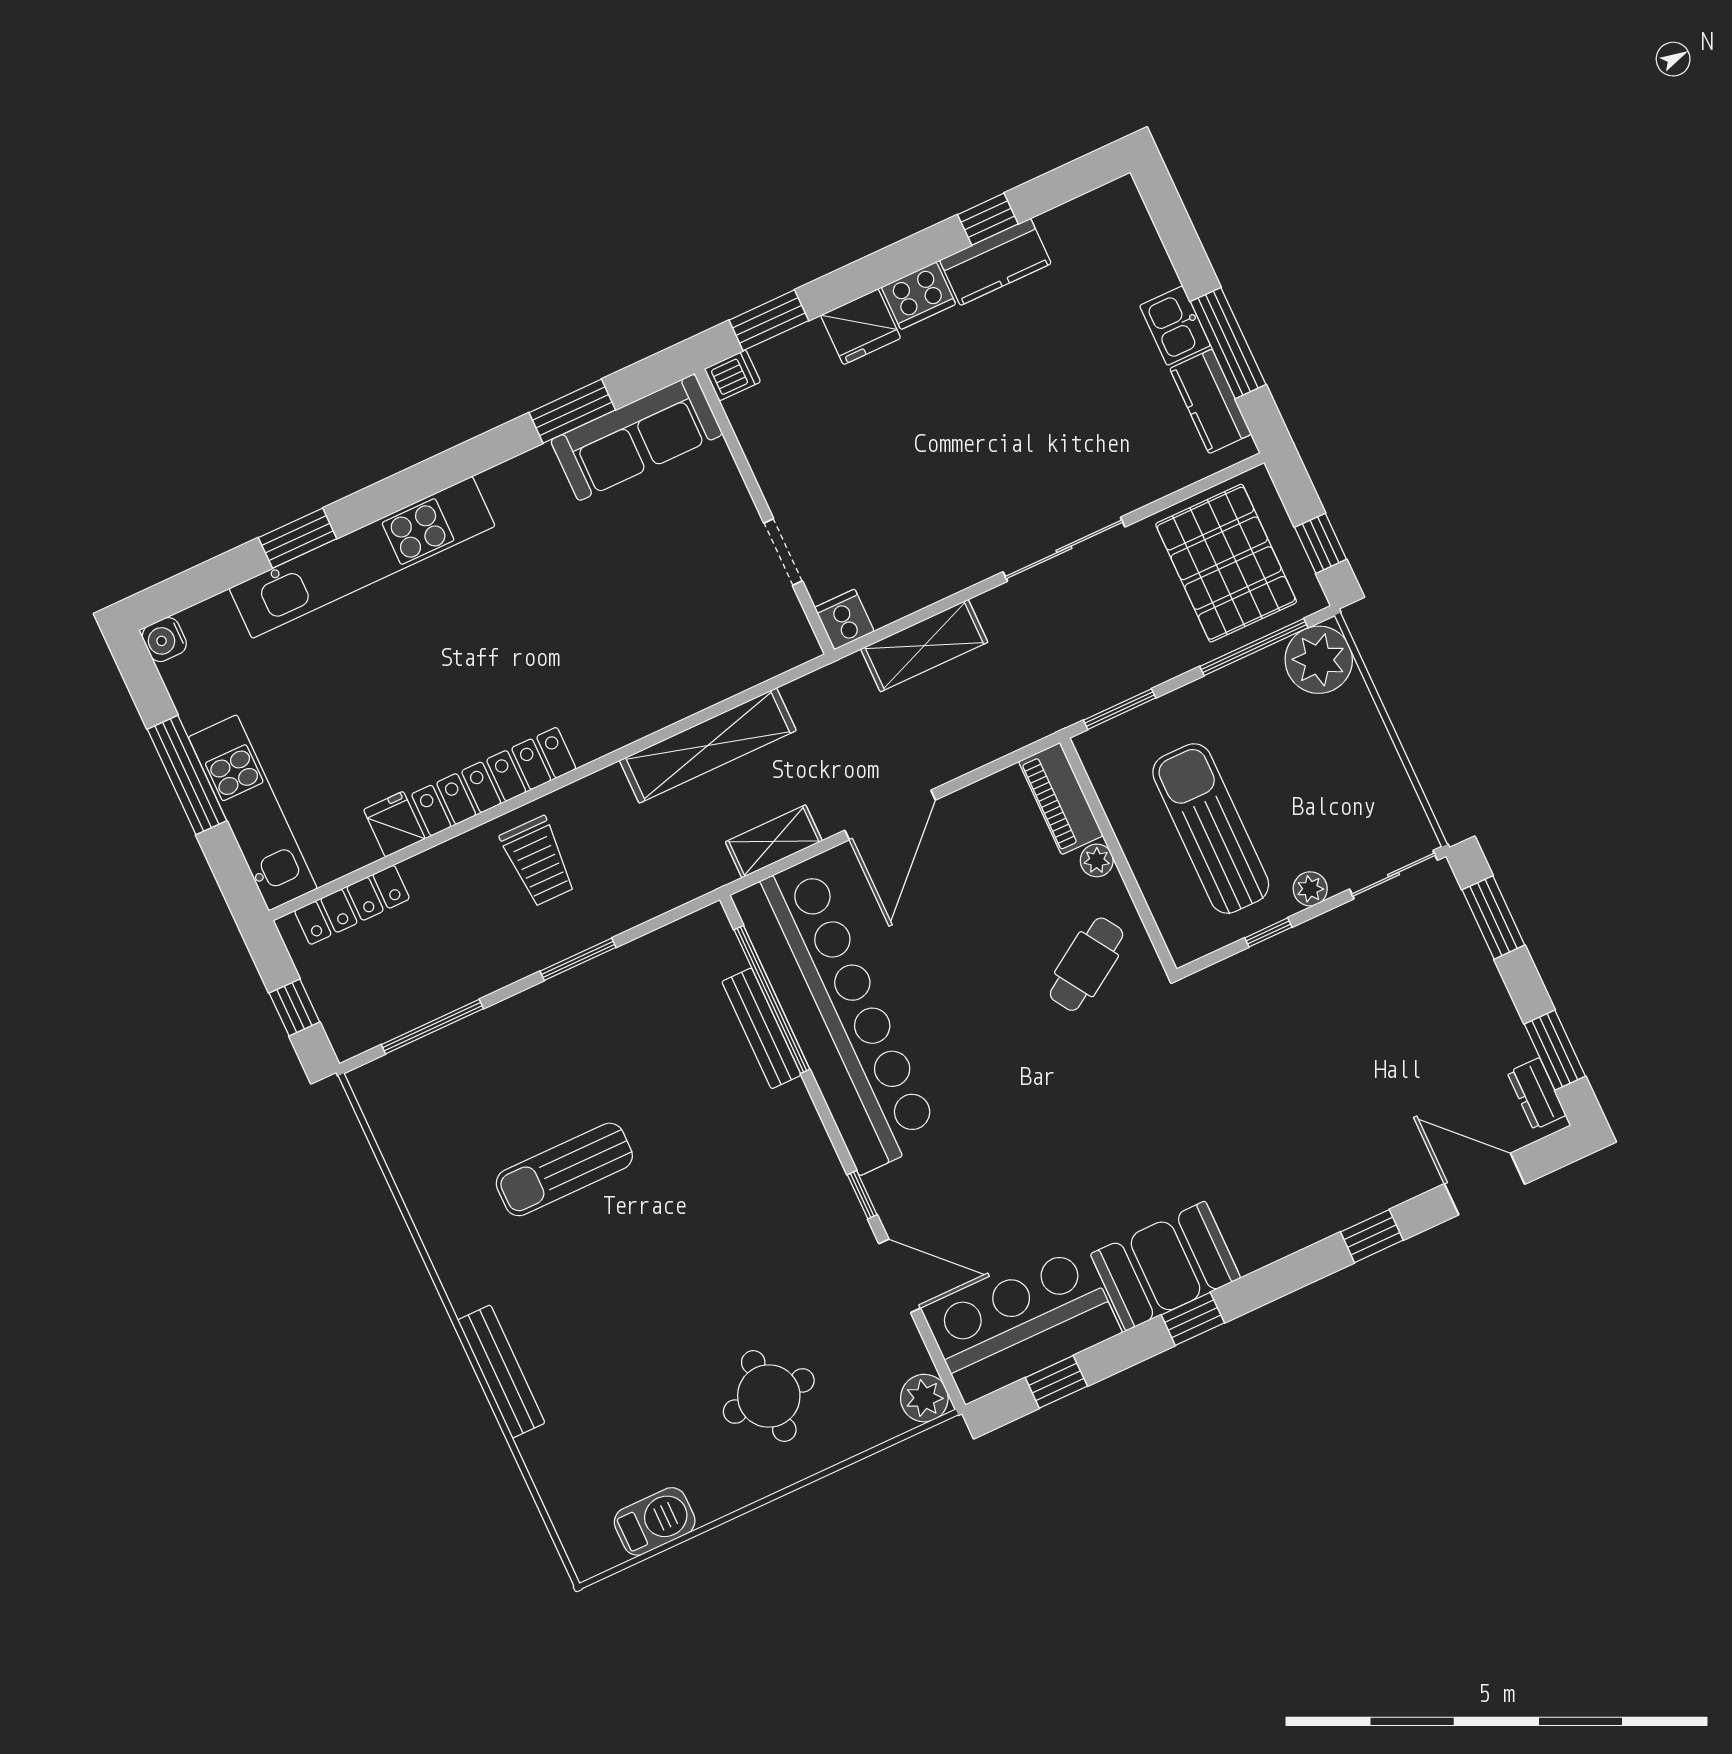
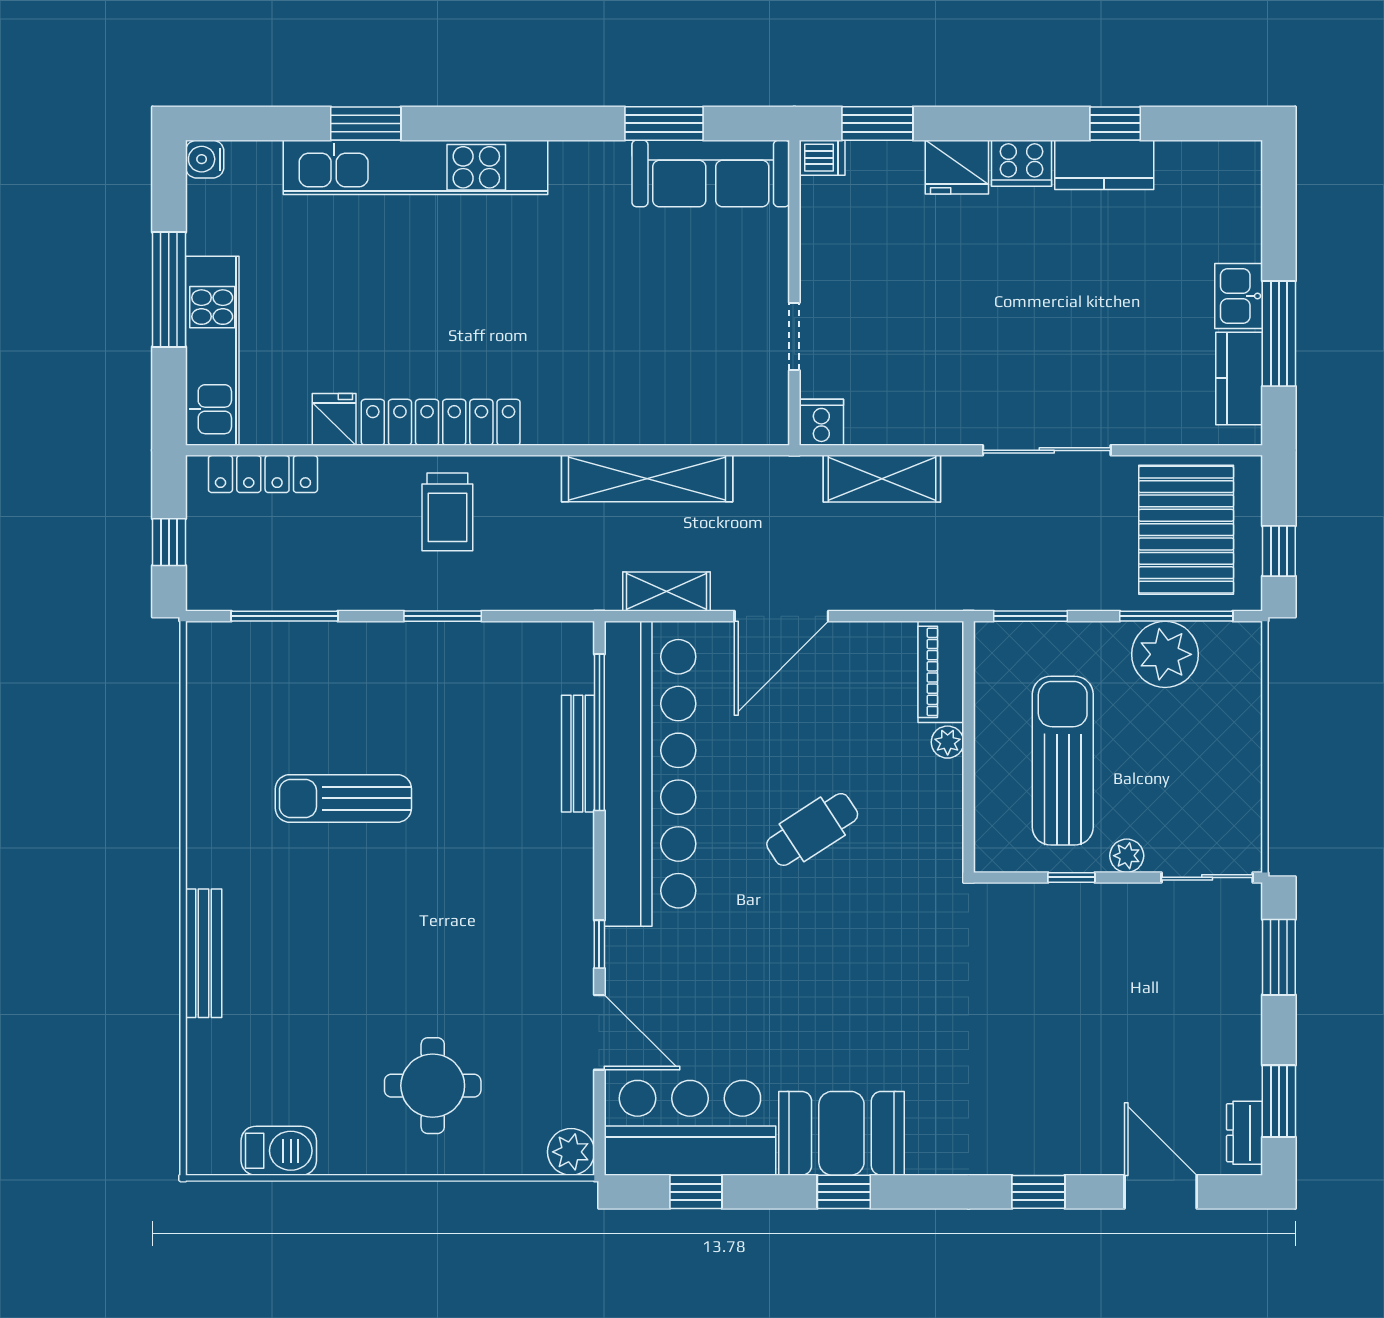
plant: (1319, 660) -> (1165, 654), moved
cafe table: (1087, 964) -> (812, 829), moved

